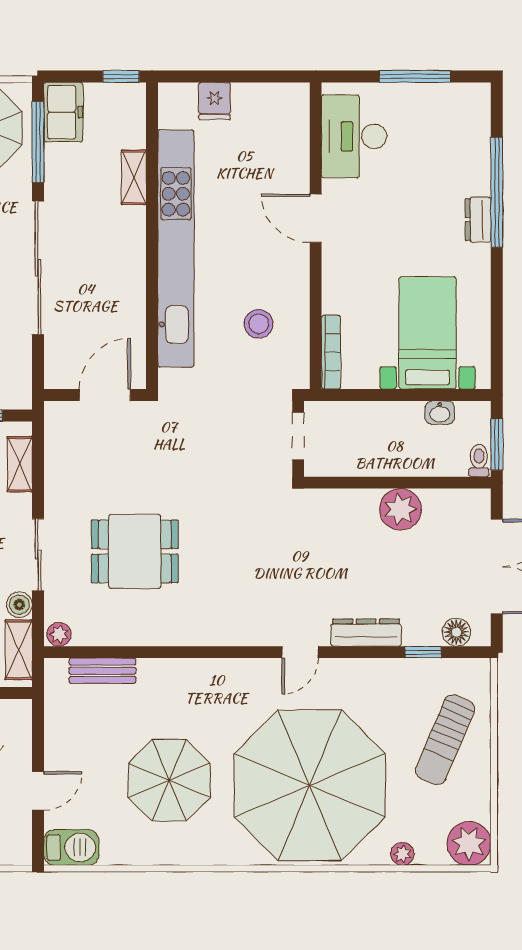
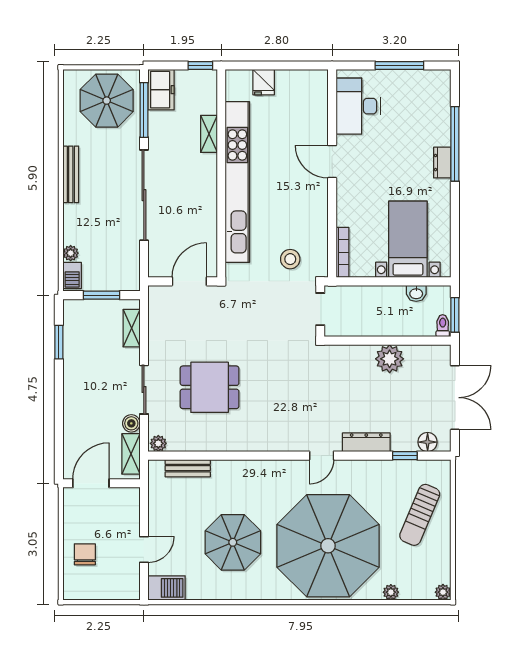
stool: (259, 324) -> (290, 259), moved
plant: (469, 843) -> (443, 592), width x0.53, depth x0.53

